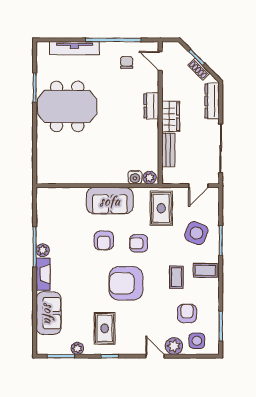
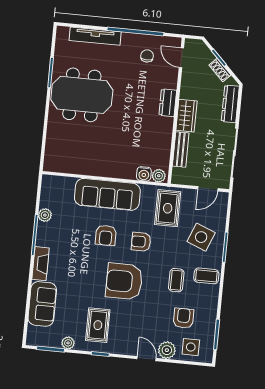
sofa: (110, 201) -> (107, 194), width x1.36
plant: (43, 250) -> (45, 215), moved

